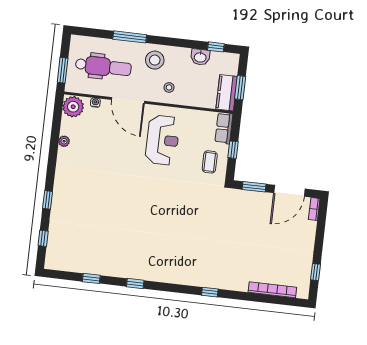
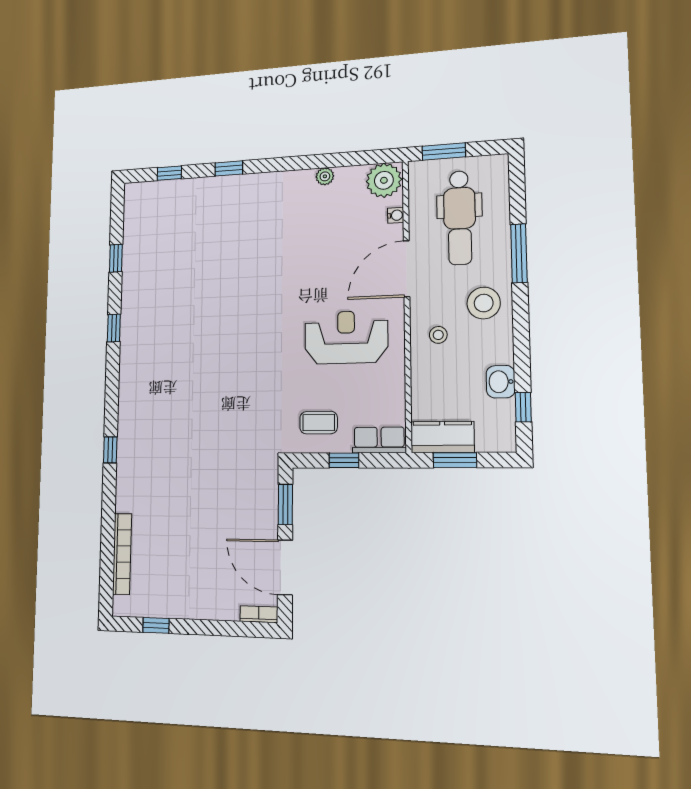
reception desk: (163, 140) -> (346, 337), turned 180

